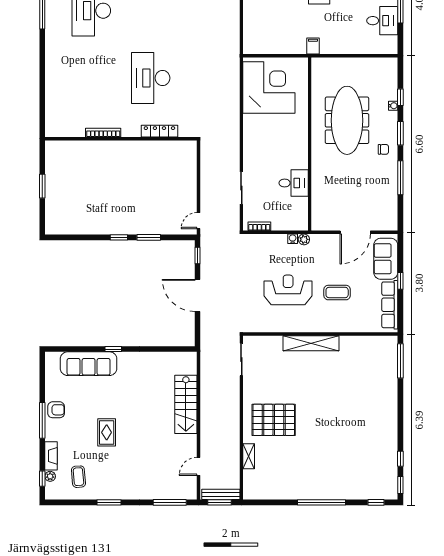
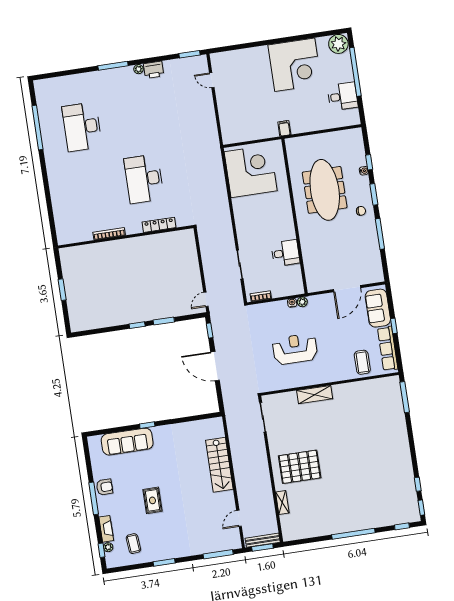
coffee table: (337, 293) -> (362, 362), moved, turned 90
shelving: (311, 343) -> (315, 395), width x0.68

